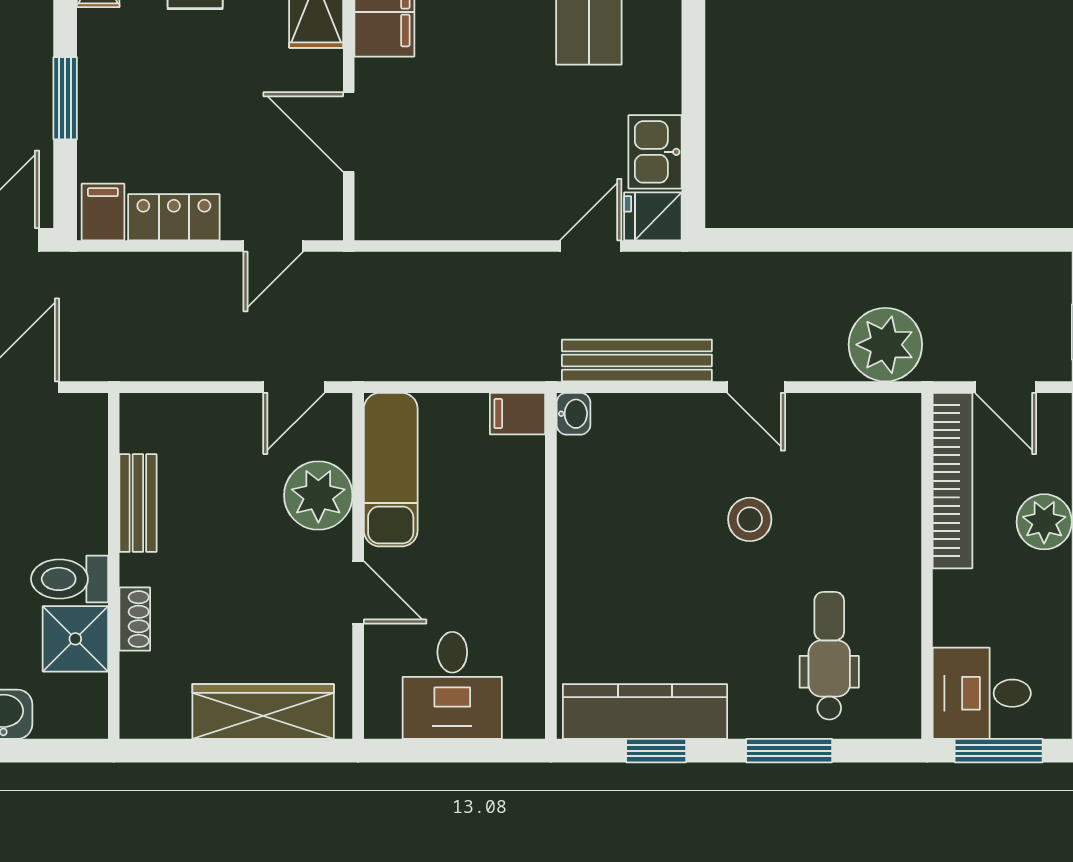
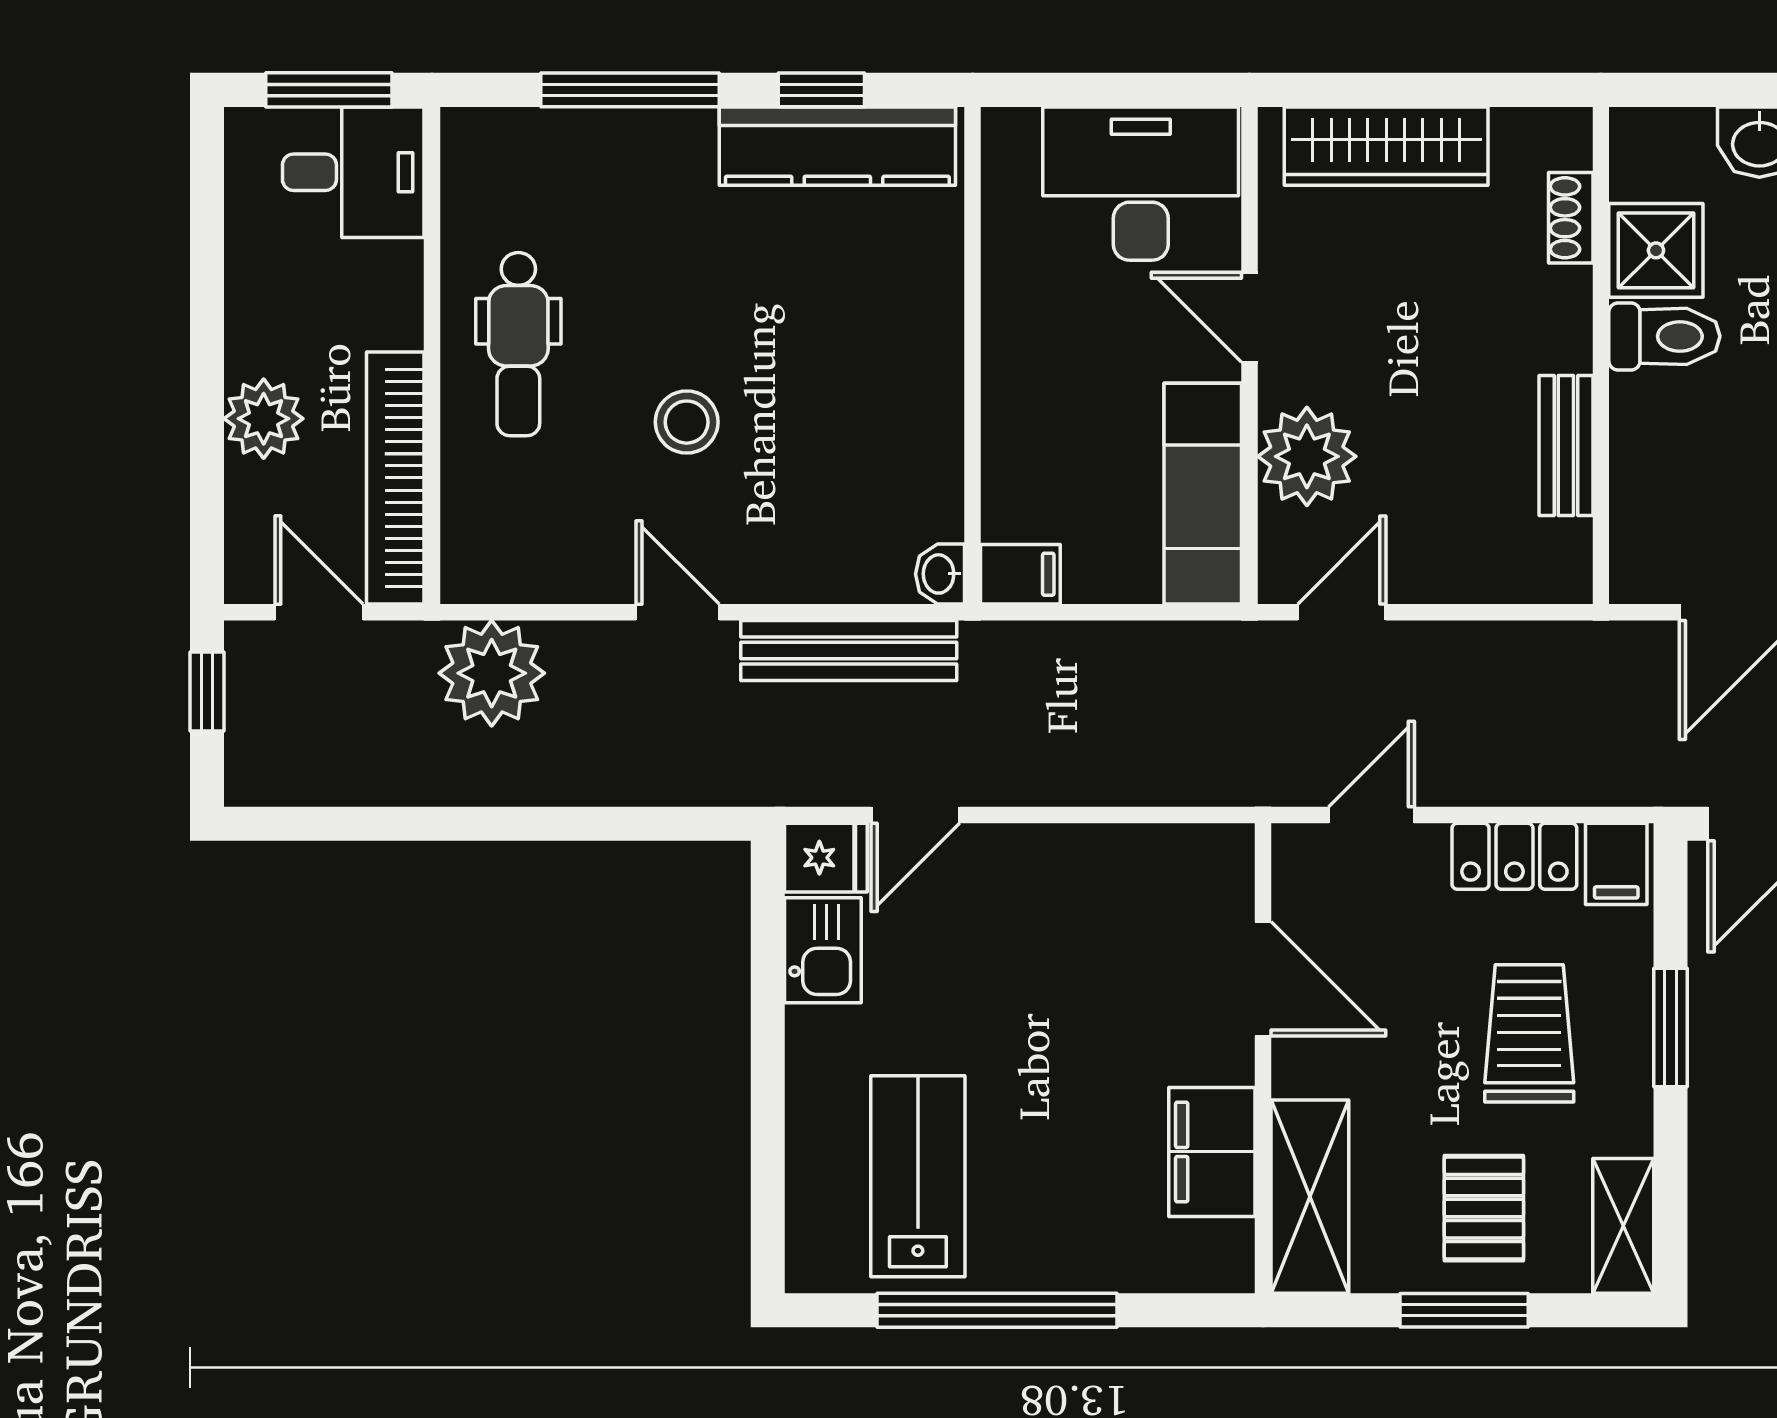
trolley: (163, 94) -> (1529, 1033), added
shoe rack: (135, 619) -> (1571, 218), moved
dental chair: (829, 656) -> (518, 344), moved
desk: (452, 685) -> (1141, 184), width x1.37
window: (789, 751) -> (630, 90), width x1.44

